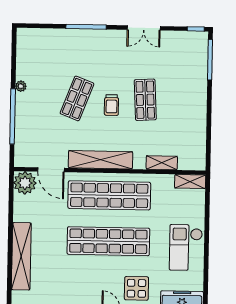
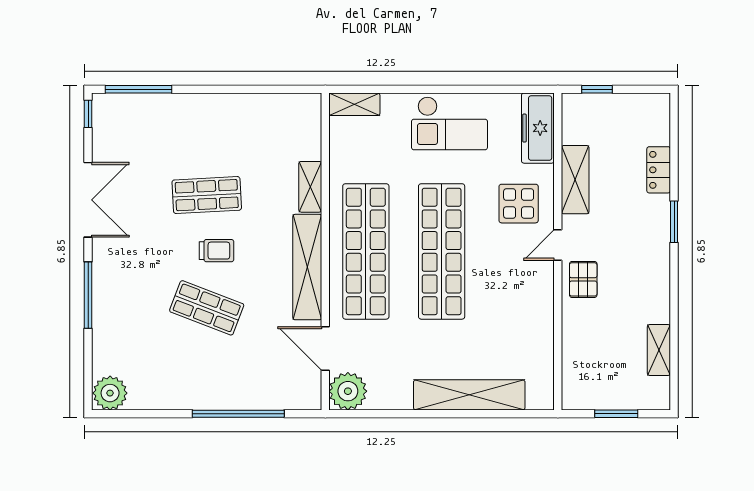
double door: (144, 28) -> (88, 200), width x1.37
plant: (21, 86) -> (110, 393), moved, width x1.88, depth x1.88
shelving: (162, 163) -> (310, 187), moved
door: (51, 170) -> (325, 349), swing flipped
shelving: (190, 182) -> (354, 104), moved, turned 90

